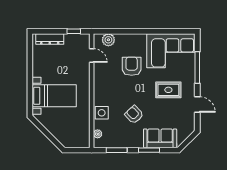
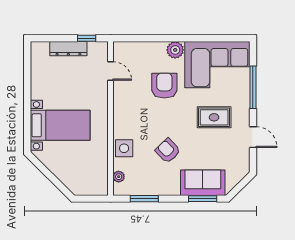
dresser: (50, 39) -> (68, 49), moved
plant: (108, 40) -> (175, 50), moved
window: (149, 150) -> (203, 199), moved

